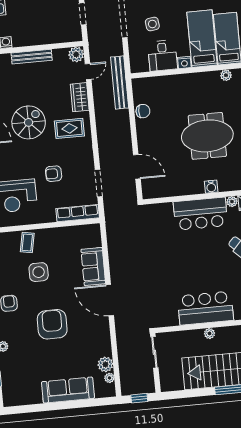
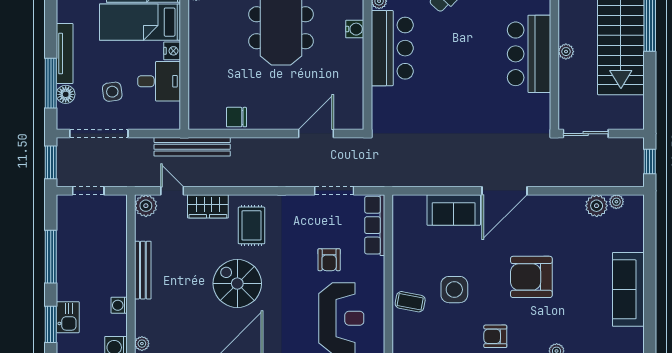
chair: (143, 111) -> (236, 117), turned -90
armchair: (54, 174) -> (329, 260), moved
sofa: (68, 390) -> (628, 289), moved

